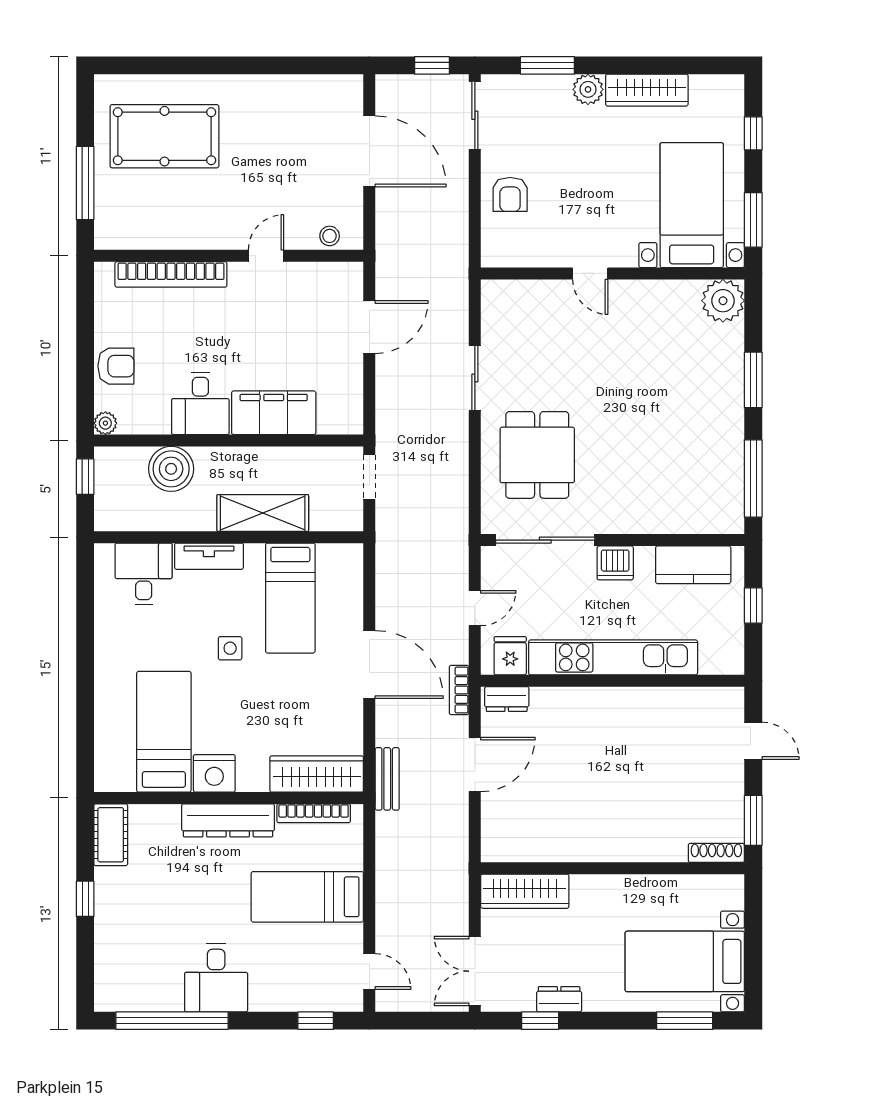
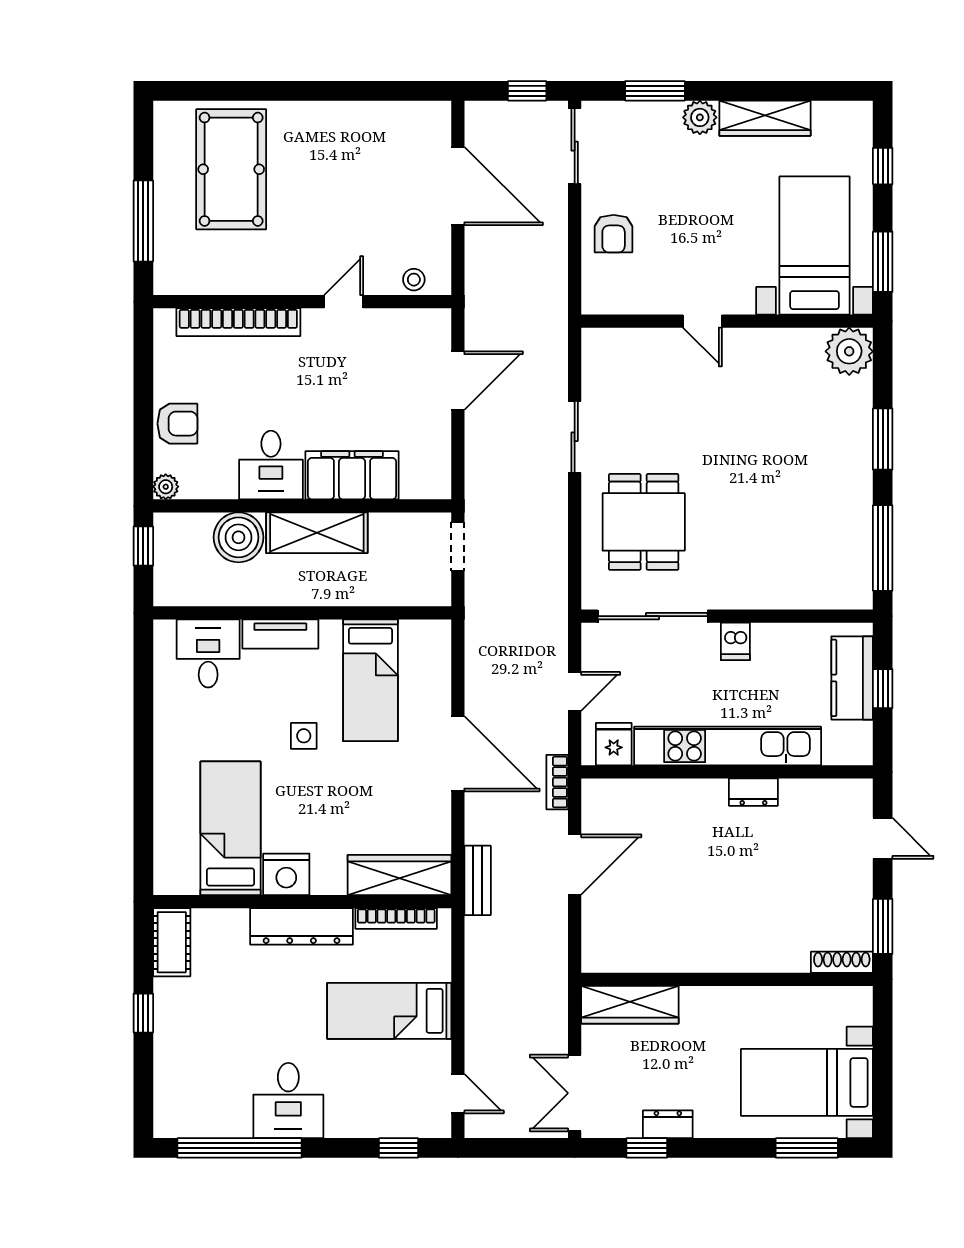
pool table: (164, 136) -> (231, 169), turned 90
shelving: (263, 513) -> (317, 533), moved
dishwasher: (615, 563) -> (735, 641), width x0.73
kitchen counter: (693, 565) -> (852, 678), moved, turned 90
dresser: (507, 699) -> (753, 792), moved

